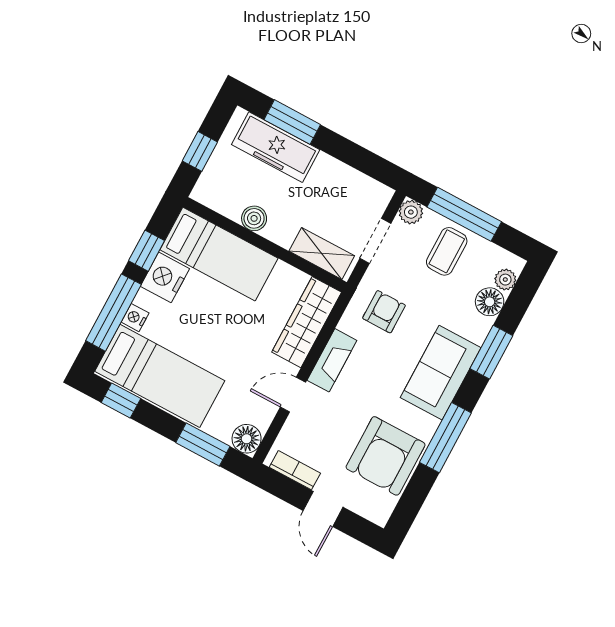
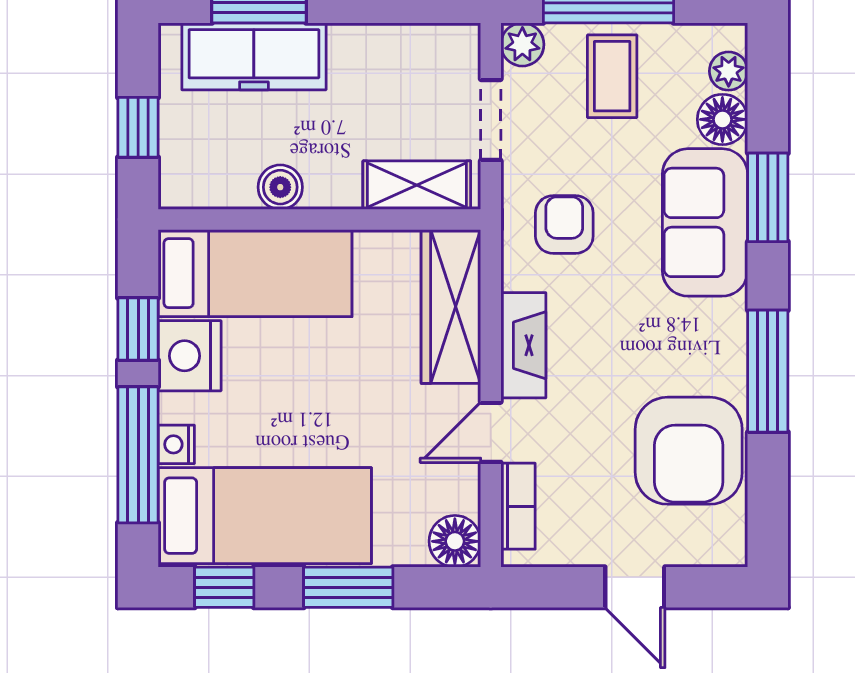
sofa: (441, 373) -> (705, 222), moved
window: (203, 444) -> (348, 587), moved
bookcase: (295, 470) -> (518, 506), moved, turned 90

